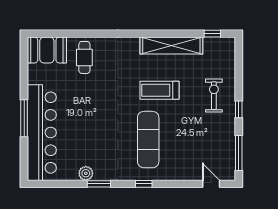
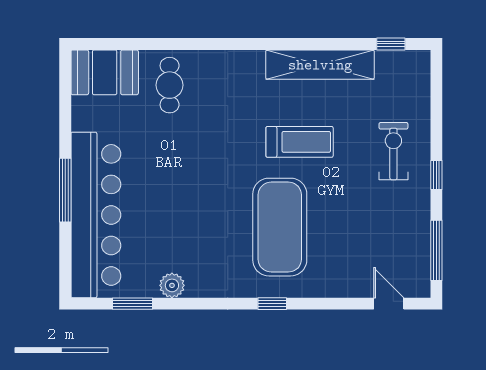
treadmill: (160, 90) -> (300, 142), turned 180
exercise mat: (148, 140) -> (280, 227), width x1.47
window: (99, 184) -> (132, 304), moved

